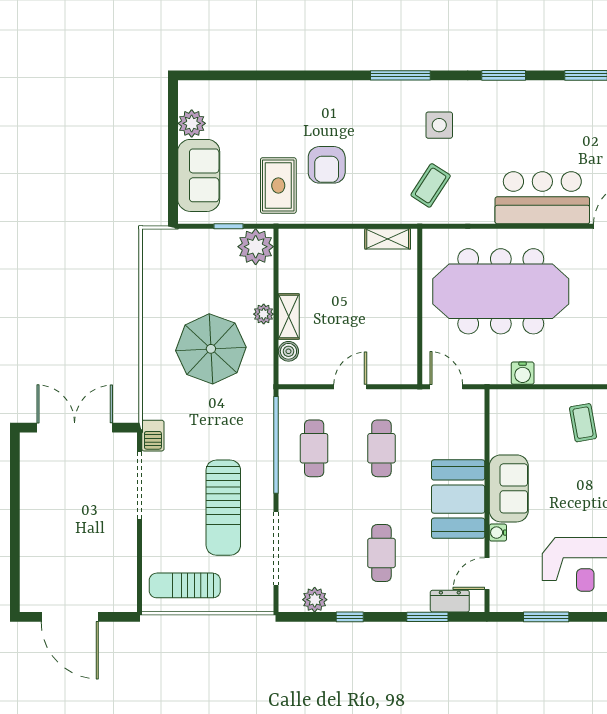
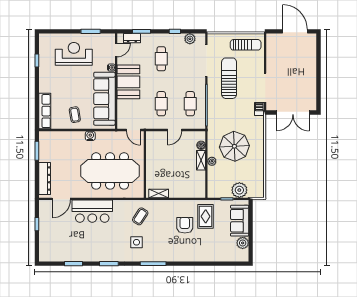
plant: (256, 247) -> (239, 190), moved
water cooler: (523, 373) -> (90, 136), moved
sofa: (509, 488) -> (104, 99), width x1.85, depth x1.27

